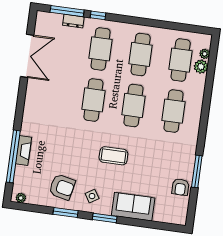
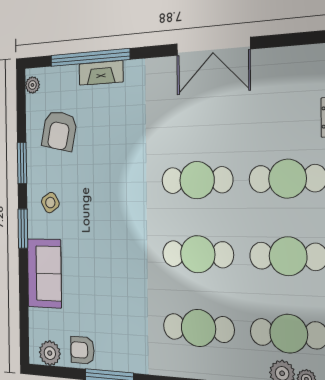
double door: (27, 56) -> (213, 47), moved
coffee table: (113, 156) -> (113, 230), removed
armchair: (62, 187) -> (59, 131), moved
plant: (181, 210) -> (50, 353), added

